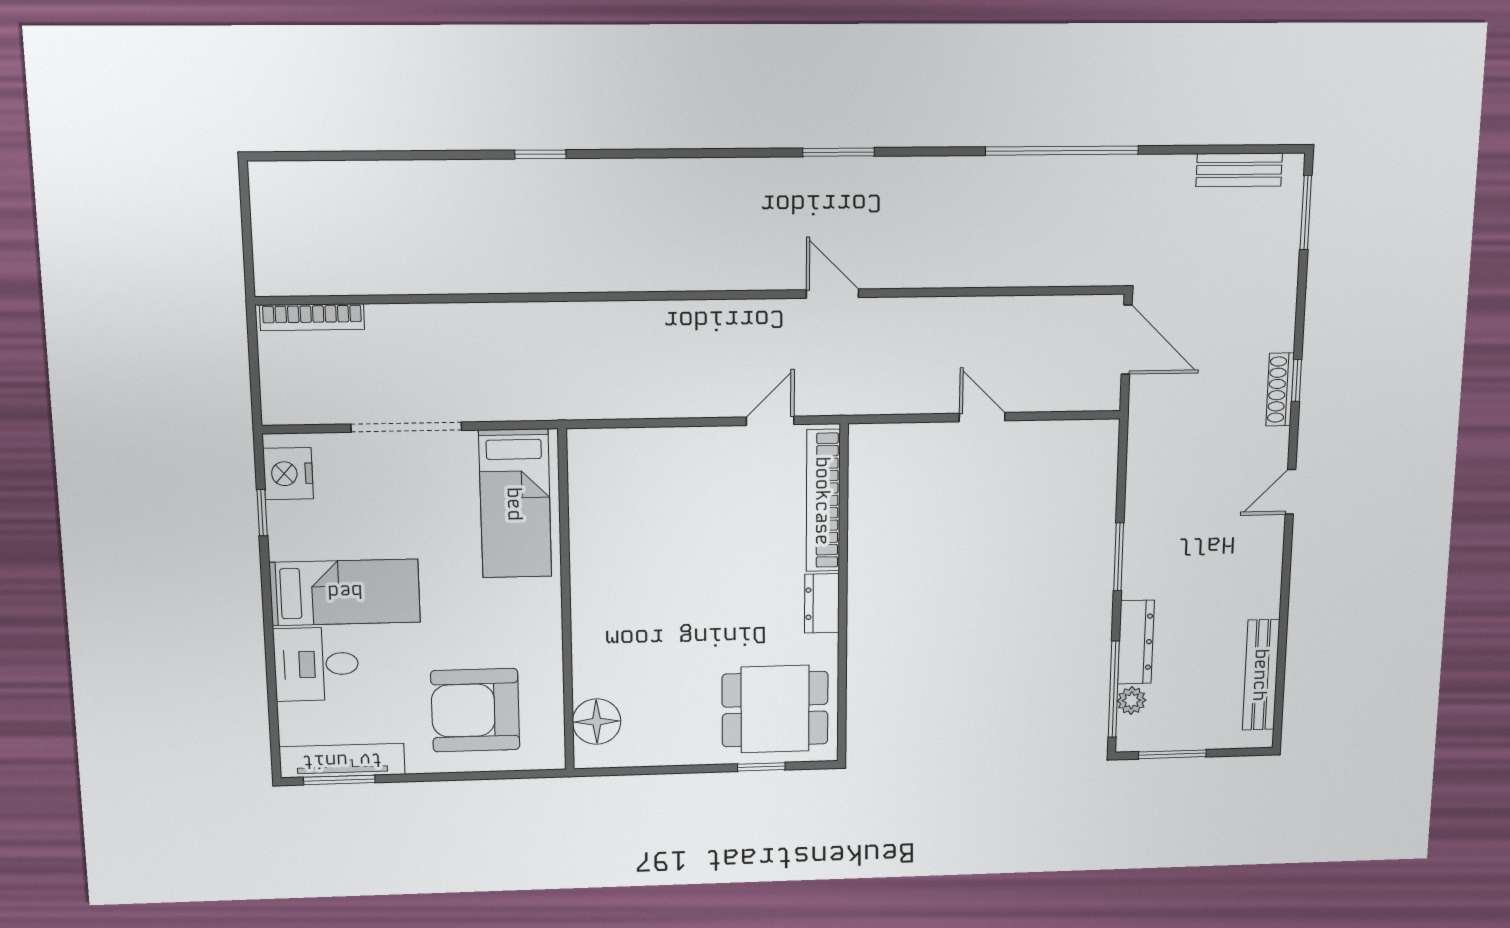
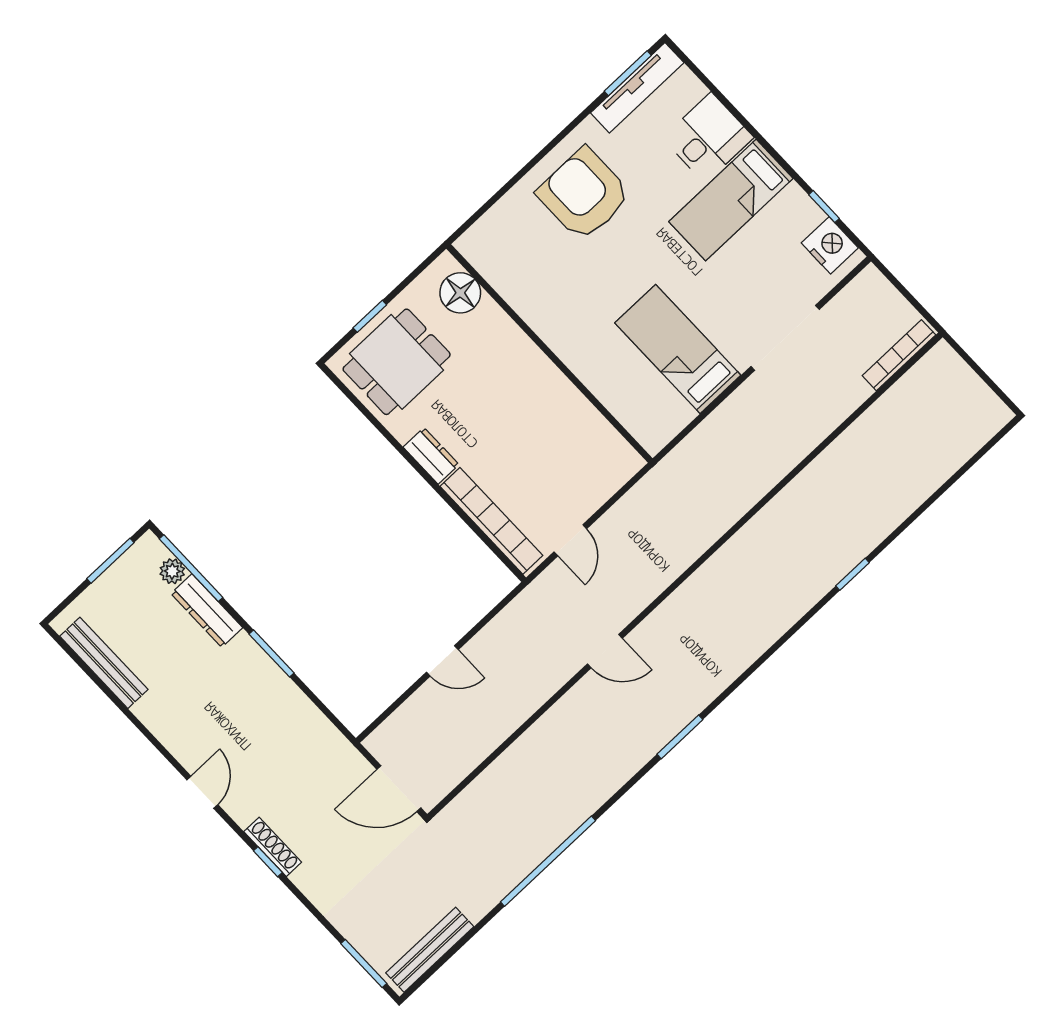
bench: (1239, 170) -> (430, 950), width x1.36
wall: (566, 602) -> (549, 353), moved
armchair: (475, 710) -> (584, 194), turned -90
floor lamp: (597, 722) -> (460, 293), moved

